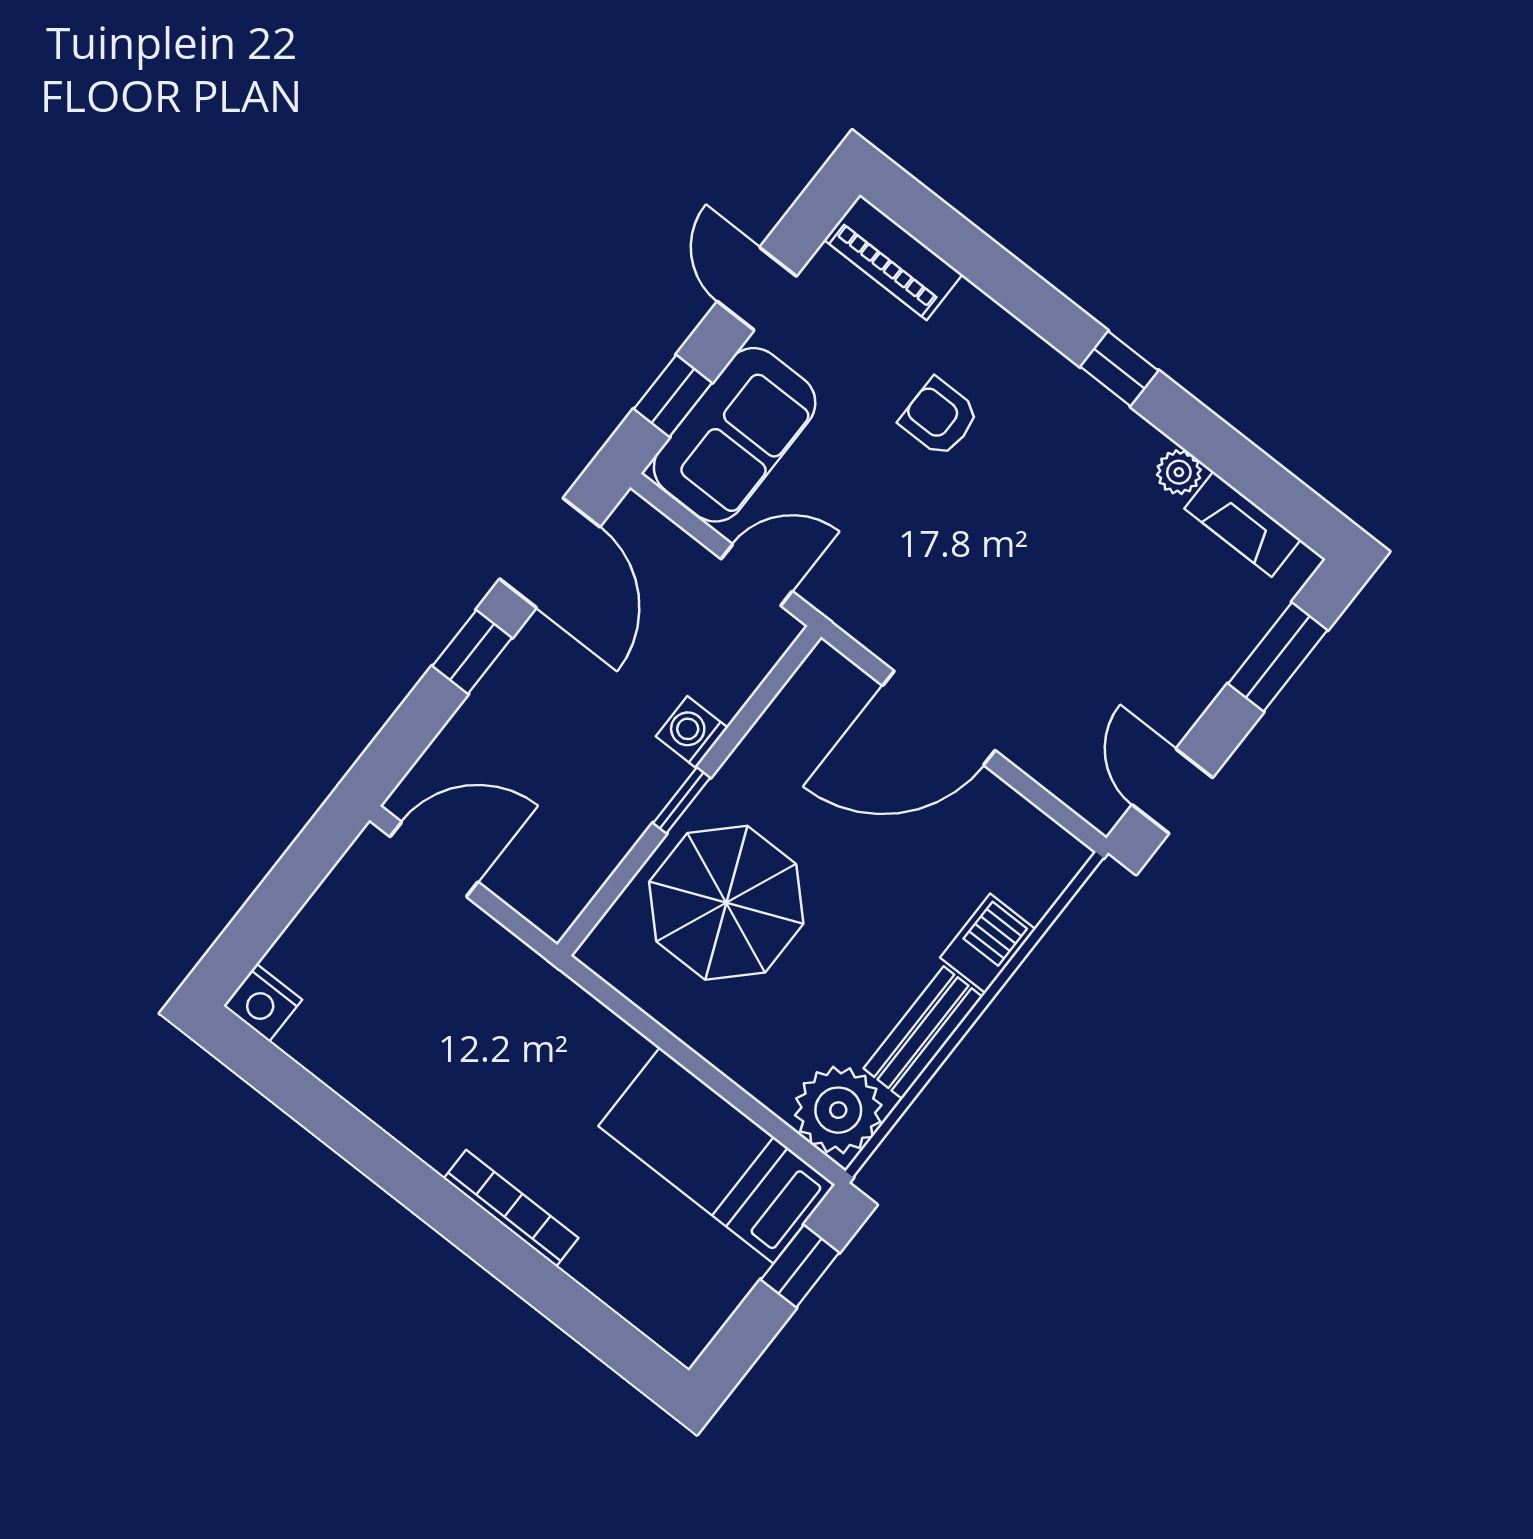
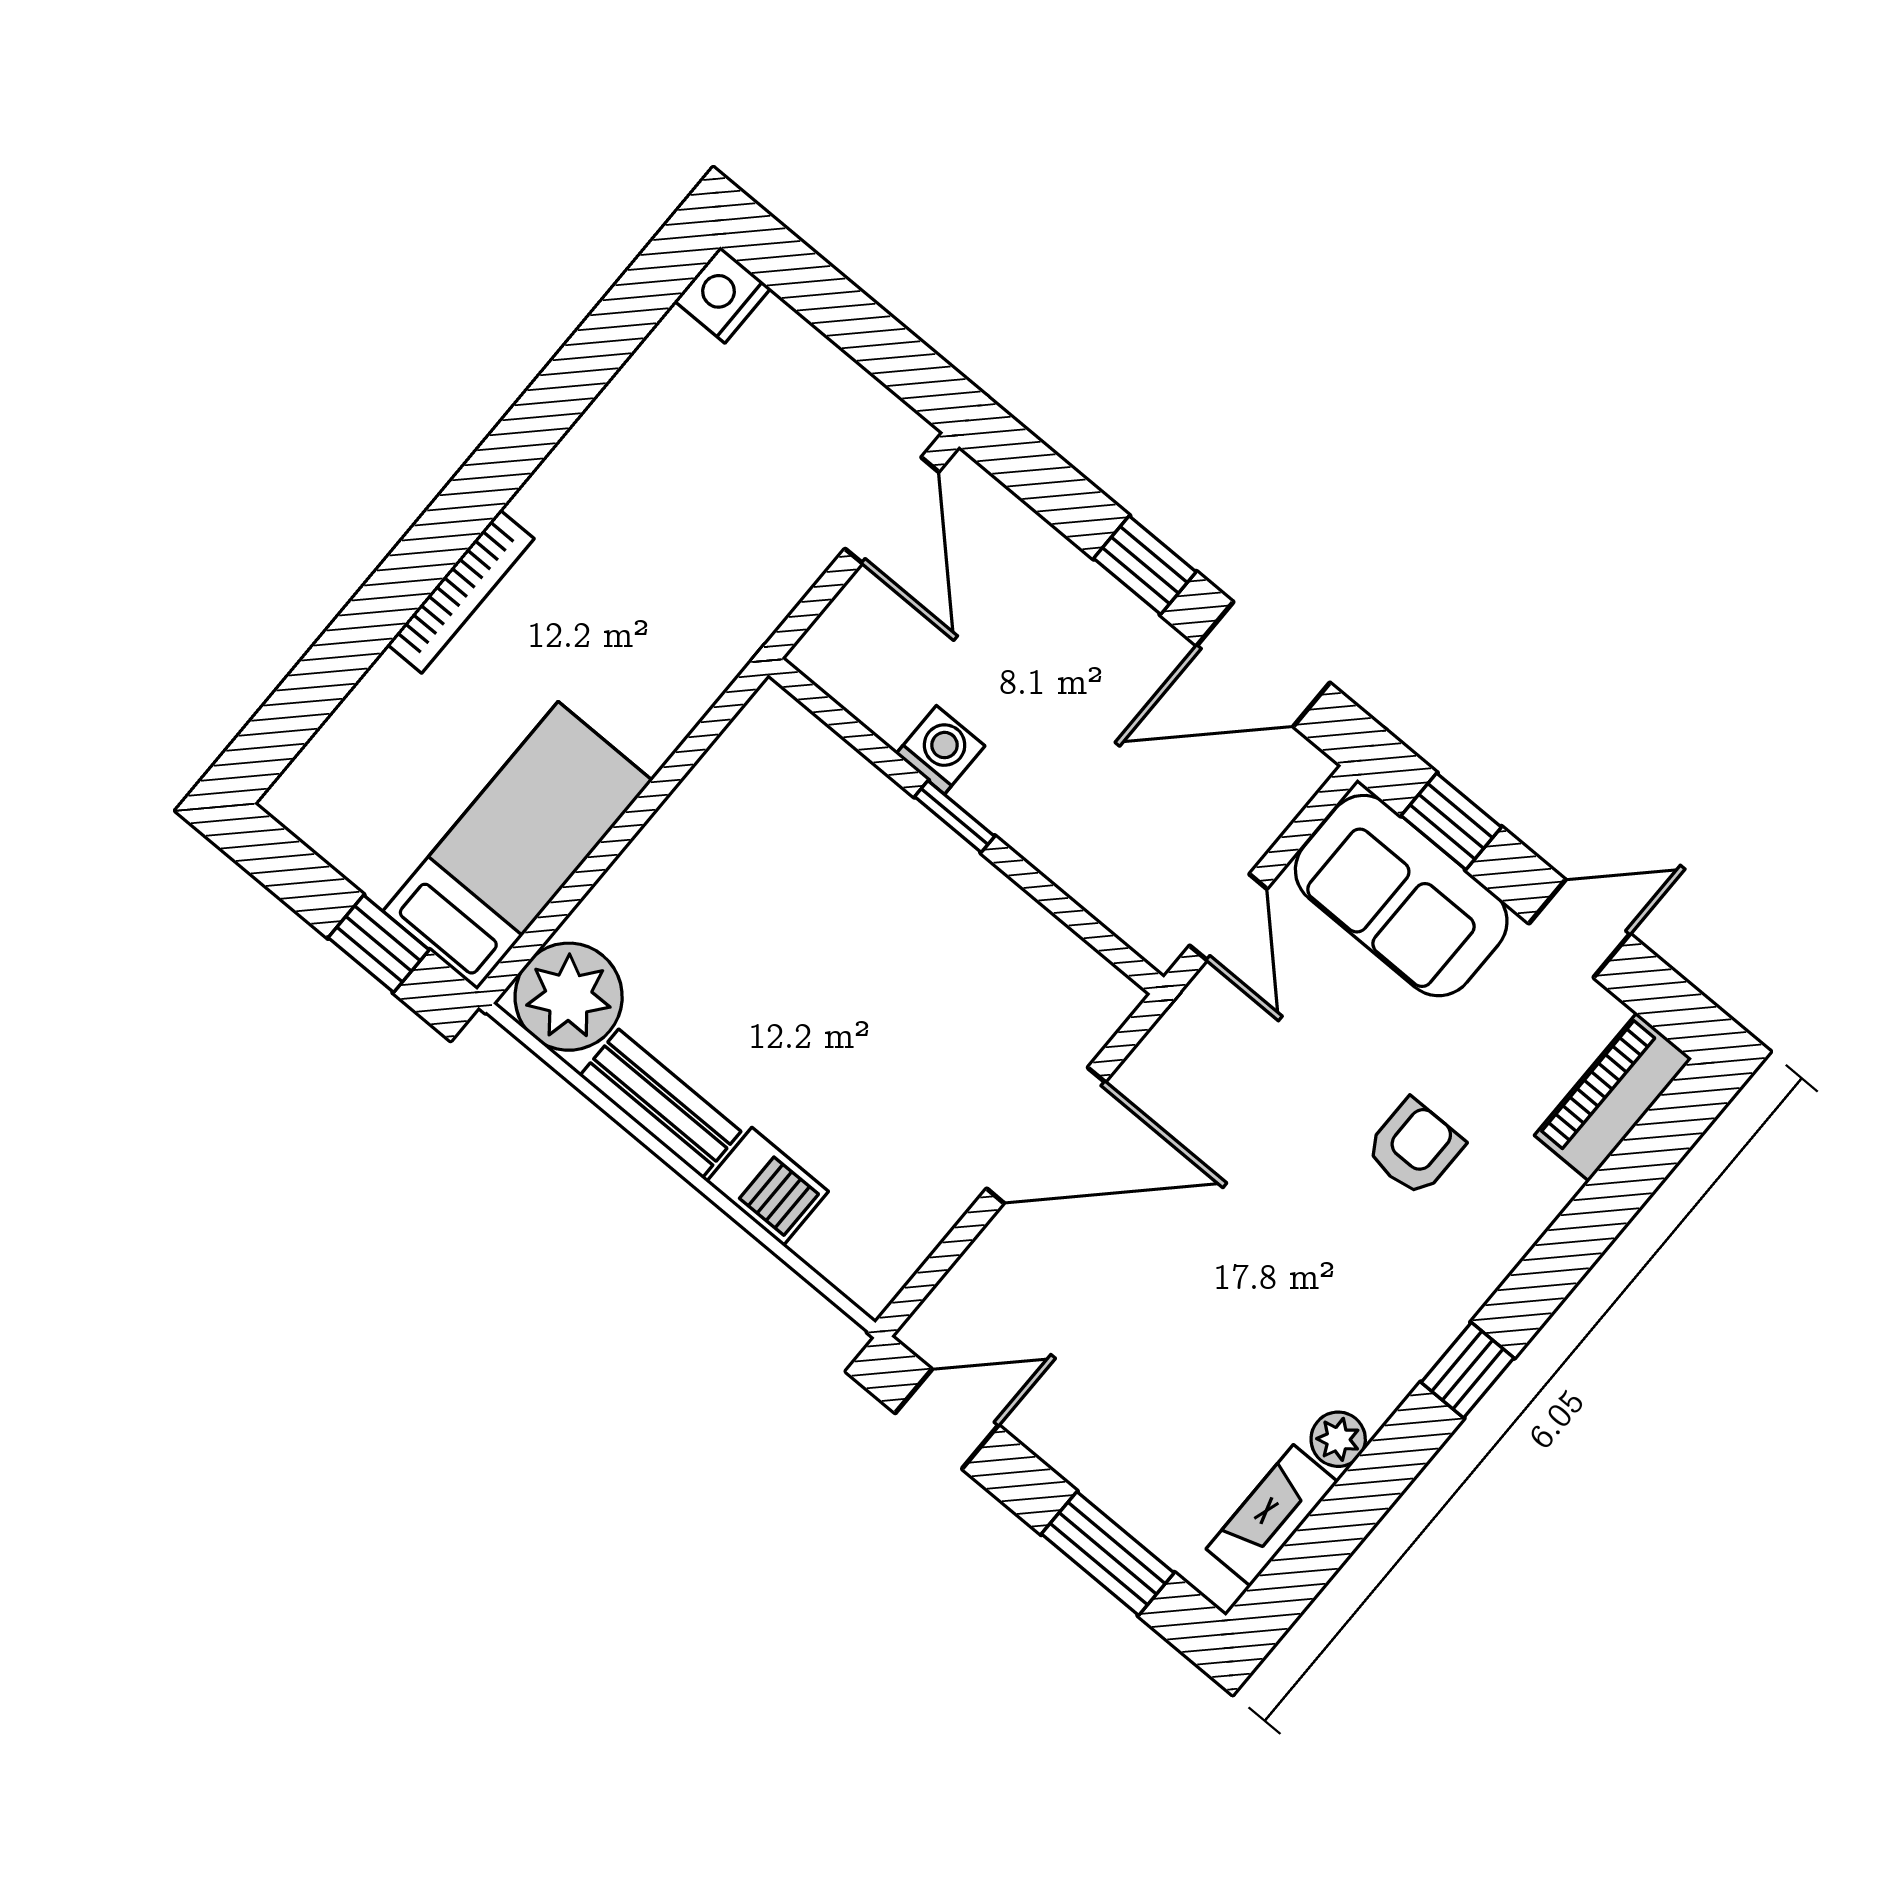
door: (939, 718) -> (1046, 1135), swing flipped
washing machine: (692, 732) -> (940, 750), moved
parasol: (726, 903) -> (827, 867), removed

